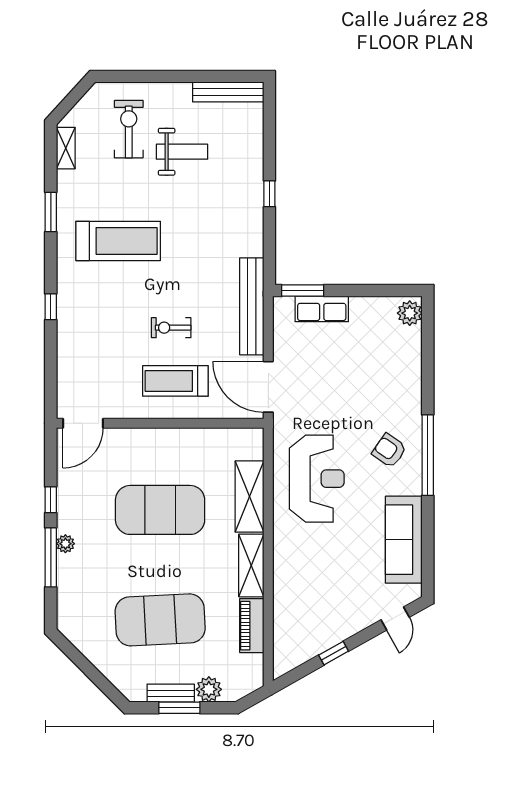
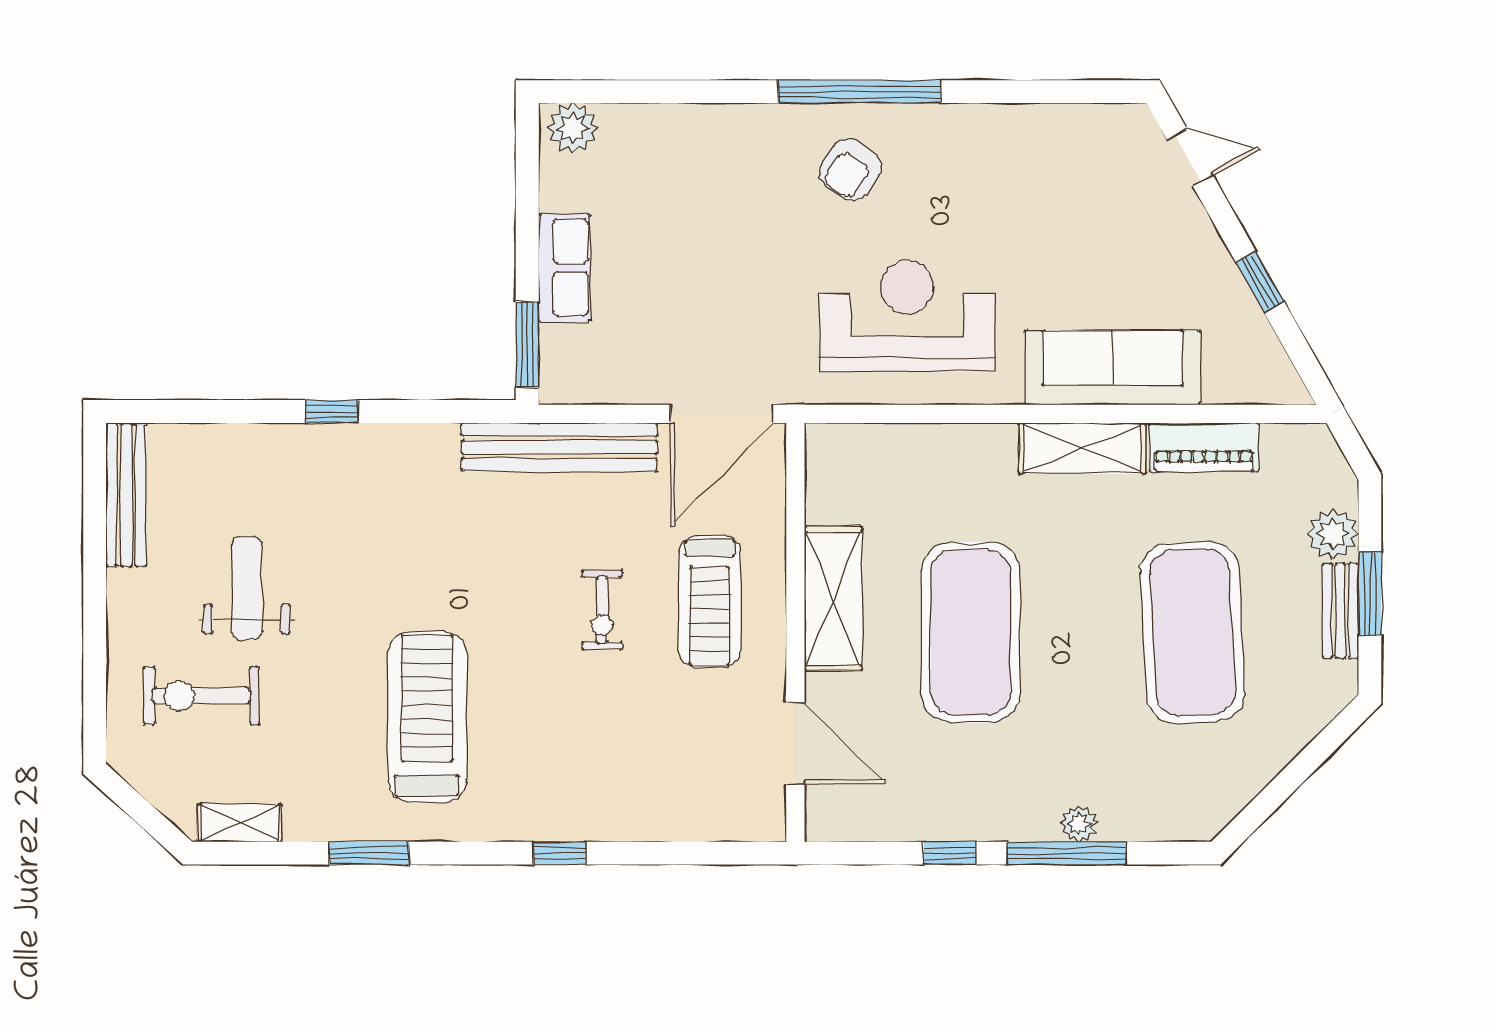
row of seats: (322, 309) -> (564, 268), moved
door: (83, 423) -> (795, 743), moved
shelving: (250, 497) -> (833, 599), moved, turned 90
sofa: (404, 540) -> (1113, 367), moved, turned 180
plant: (65, 544) -> (1079, 823), moved

